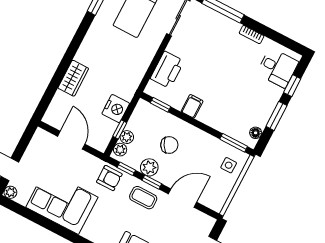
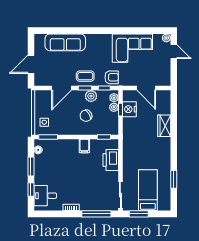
nightstand: (116, 109) -> (129, 109), moved
armchair: (109, 178) -> (112, 77), turned 180

